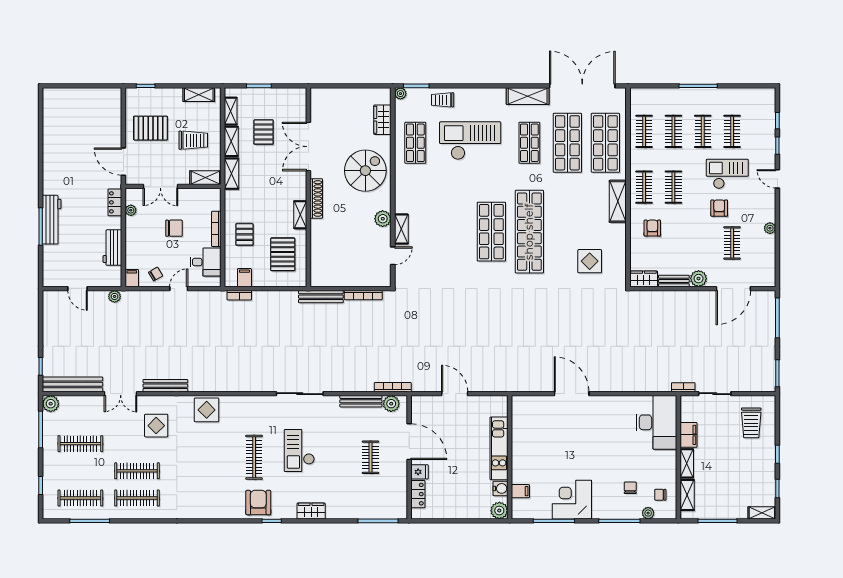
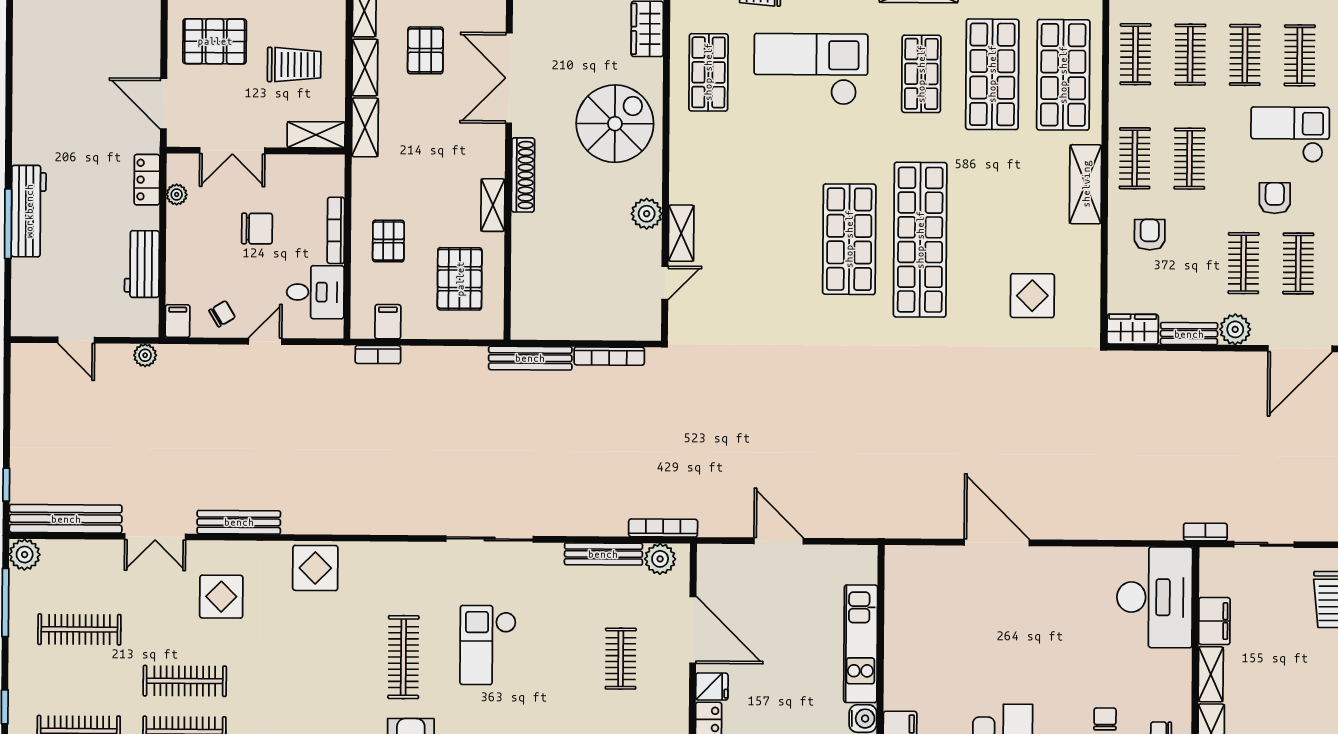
clothes rail: (703, 243) -> (1244, 263), added

